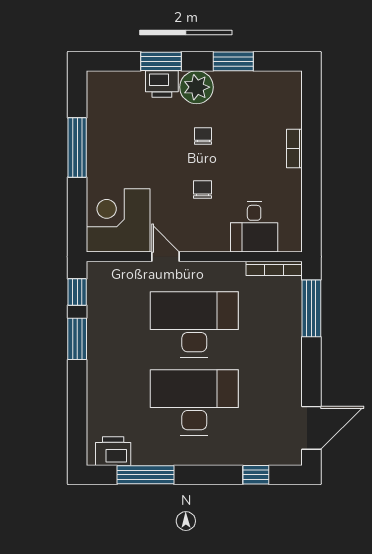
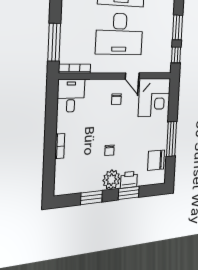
chair: (108, 113) -> (156, 160), added
chair: (203, 190) -> (116, 99), moved
desk: (254, 227) -> (71, 96), moved

